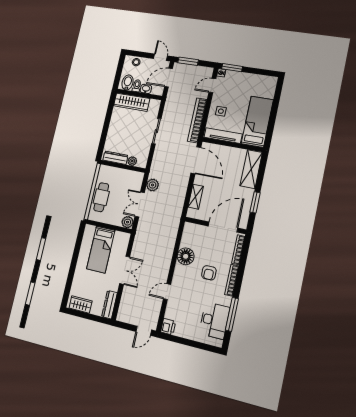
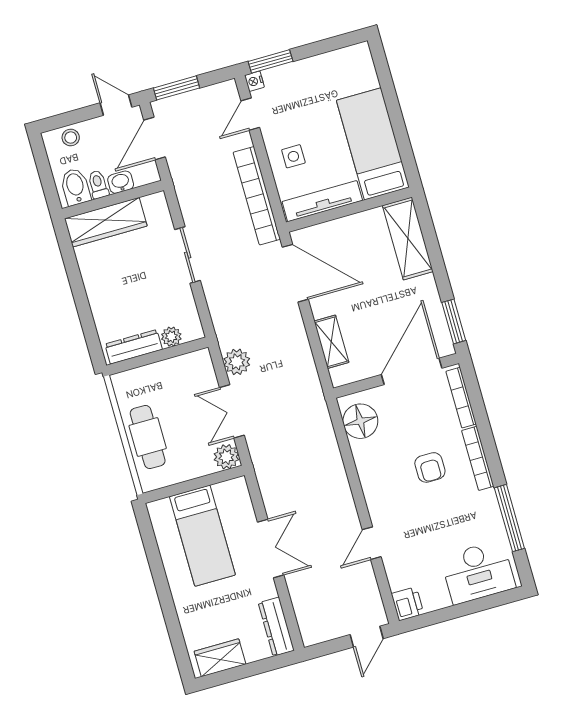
window: (255, 202) -> (454, 321), moved
floor lamp: (186, 256) -> (360, 421), moved
desk: (214, 321) -> (478, 572), moved, turned 90

